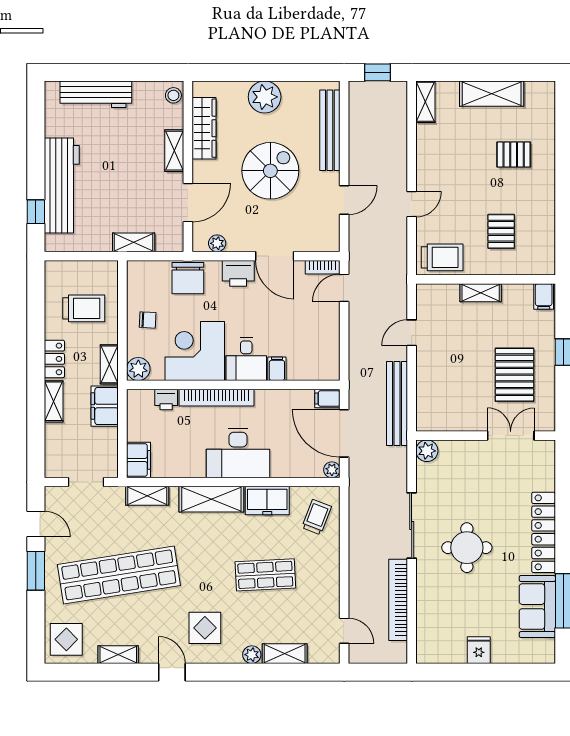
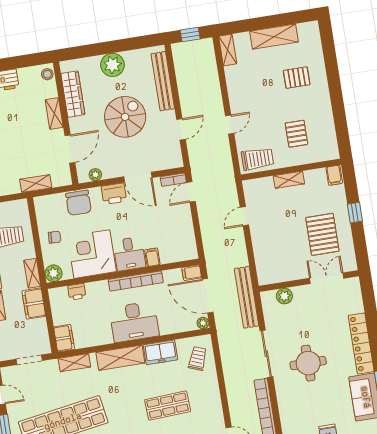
bookcase: (217, 398) -> (136, 281), moved
bench: (397, 403) -> (247, 297), moved
plant: (427, 451) -> (284, 296), moved

